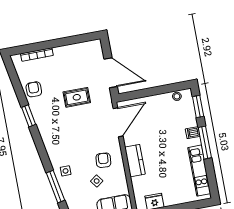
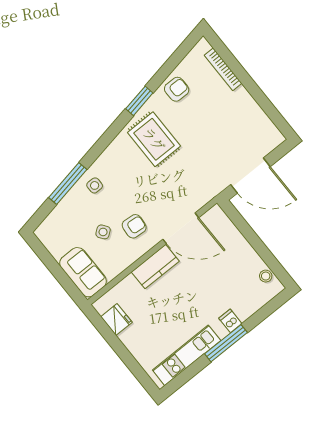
door: (111, 73) -> (250, 176), hinge flipped
rug: (77, 97) -> (154, 139), moved, width x1.36, depth x1.43
window: (198, 106) -> (267, 310), removed
door: (118, 122) -> (181, 228), moved

